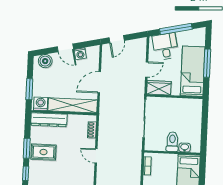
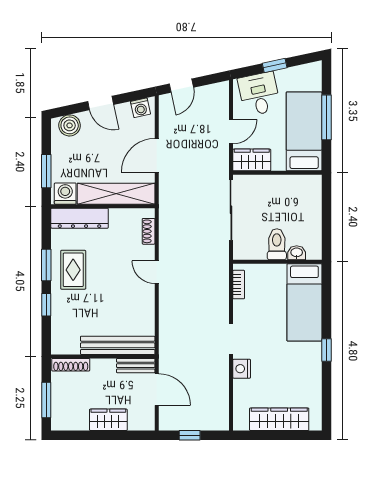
window: (176, 29) -> (275, 65), width x0.46
washing machine: (80, 54) -> (140, 108), moved
rug: (43, 152) -> (73, 270), turned 90

